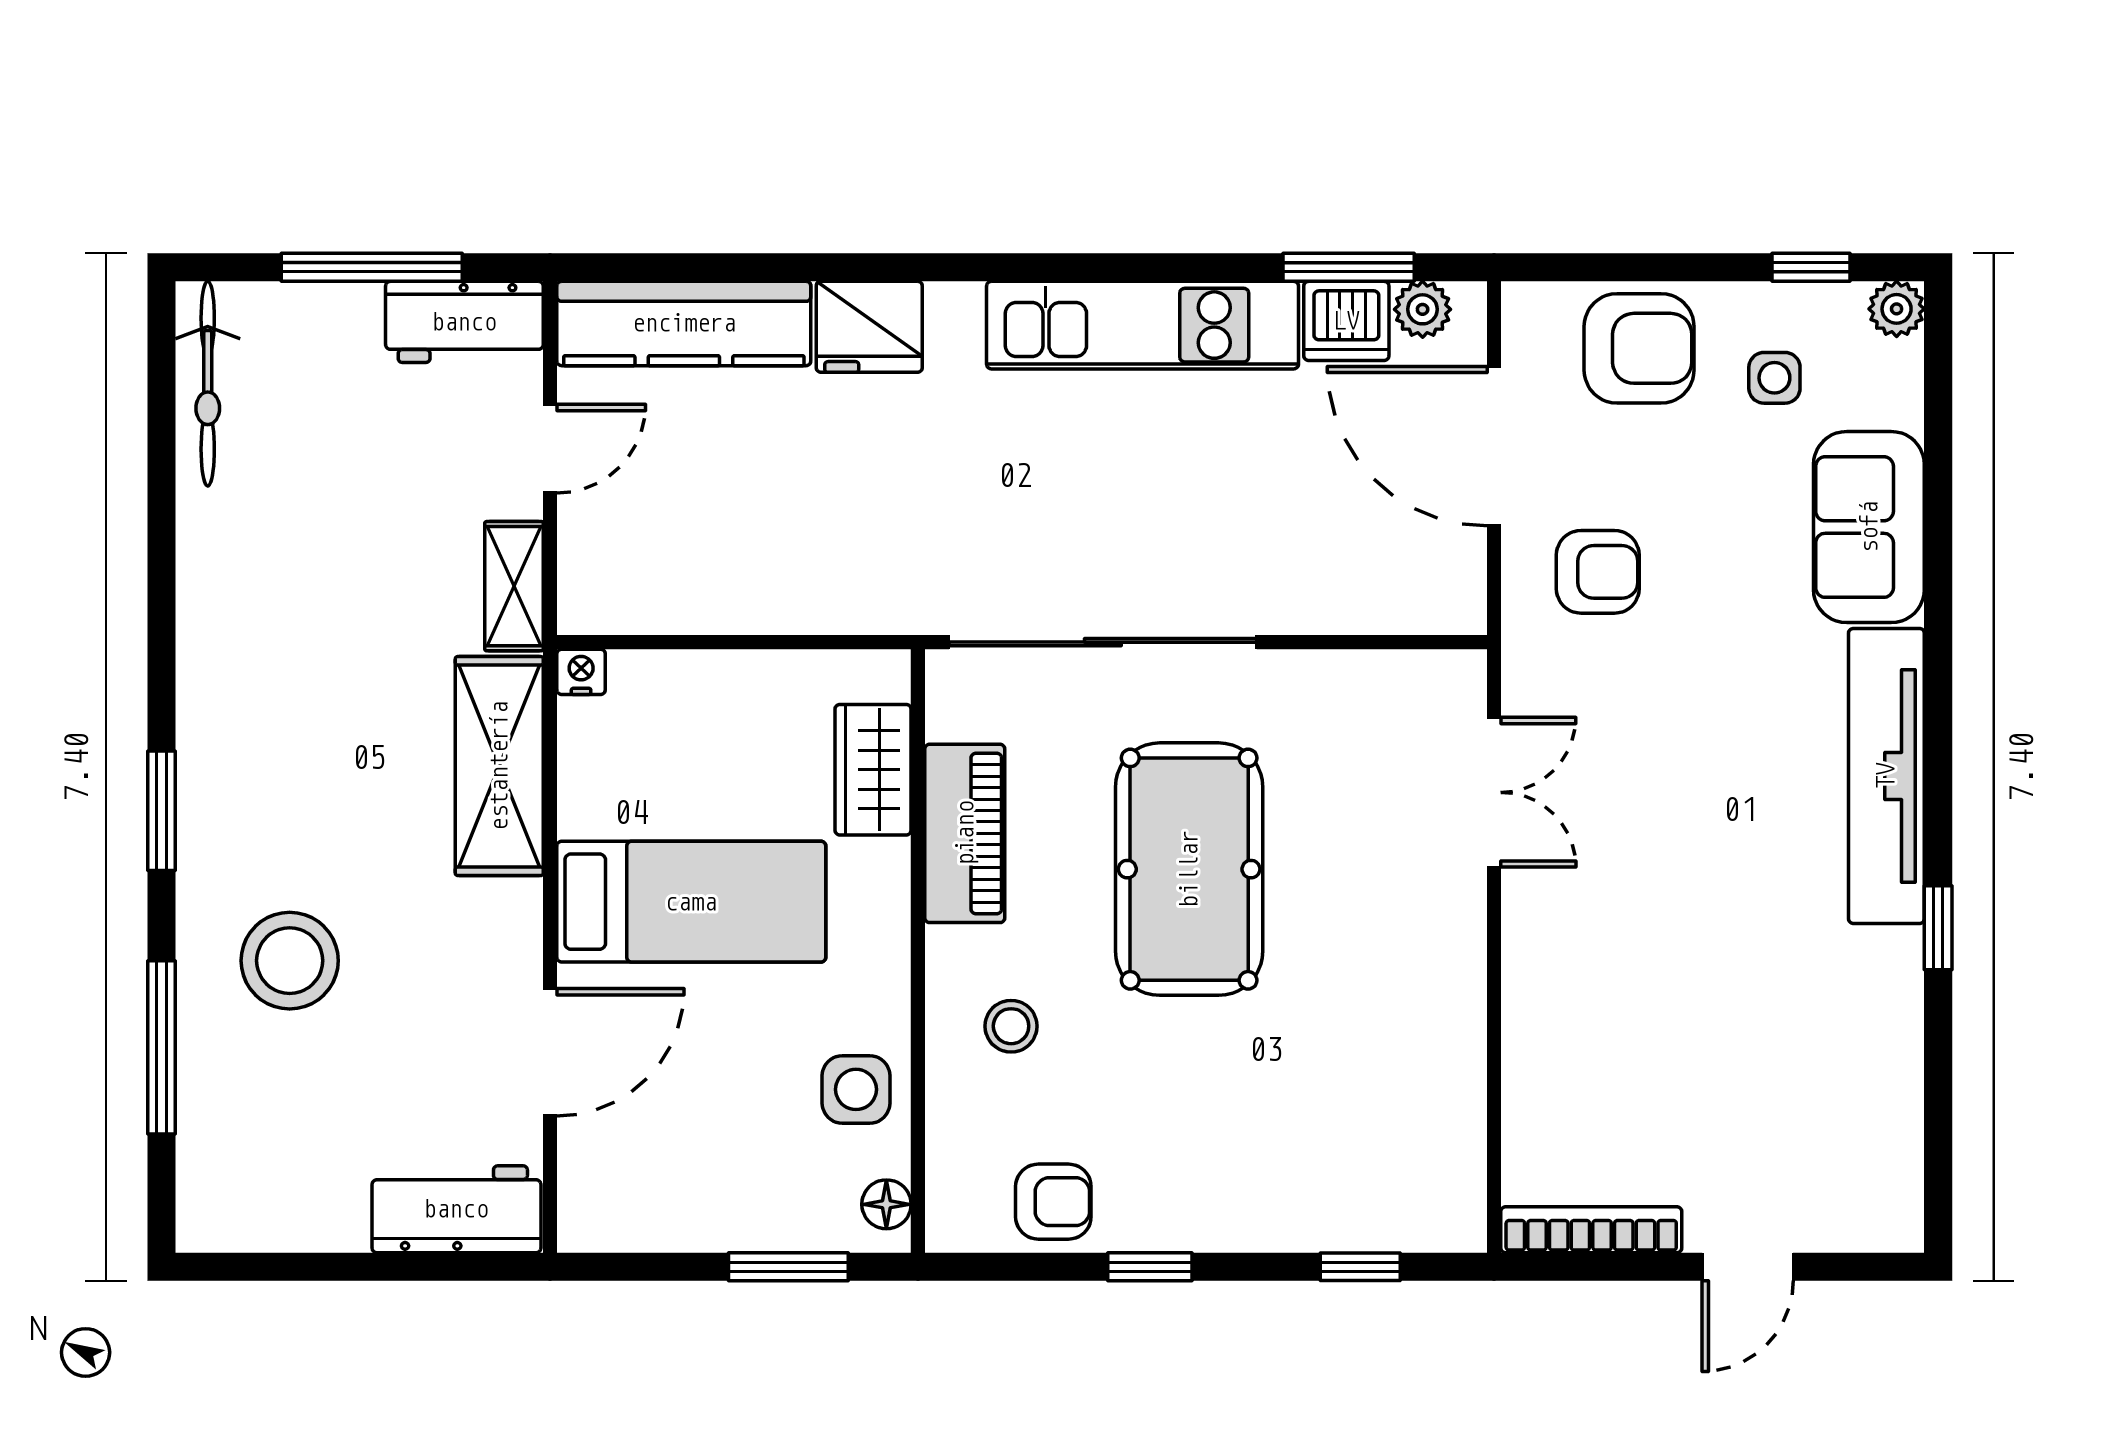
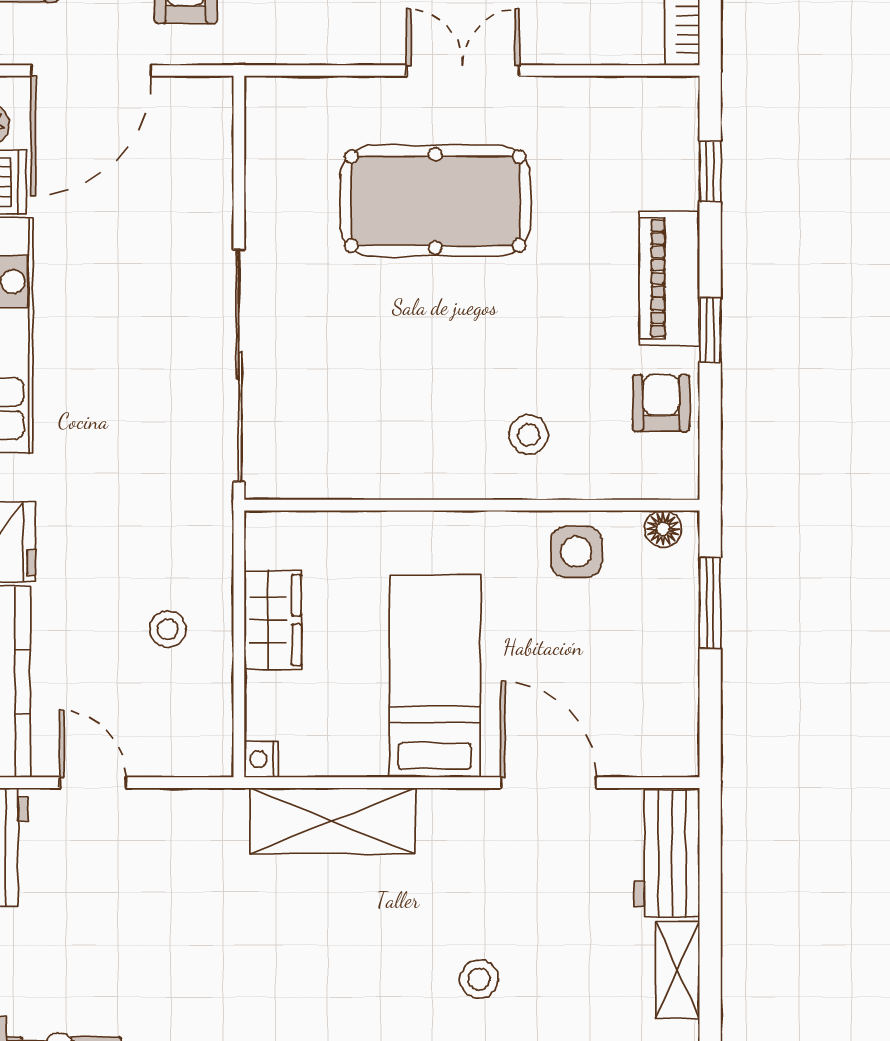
stool: (753, 548) -> (168, 629), added
shelving: (514, 586) -> (678, 970), moved, turned 90
wardrobe: (873, 770) -> (273, 620), moved, turned -90
double door: (1494, 792) -> (463, 70), moved
piano: (965, 833) -> (669, 278), moved, turned -90
pool table: (1189, 869) -> (435, 201), moved
stool: (290, 961) -> (479, 979), width x0.53, depth x0.53

